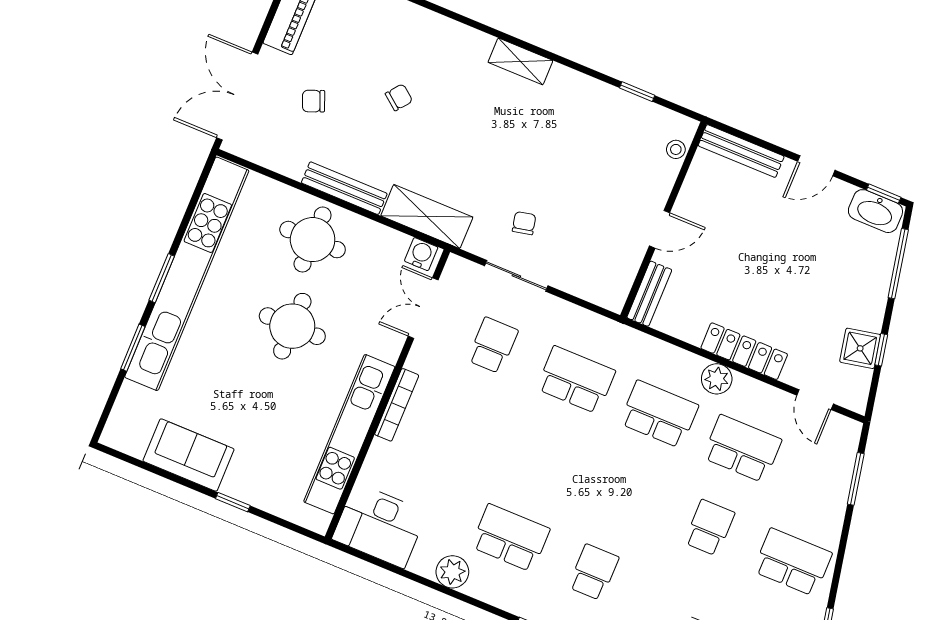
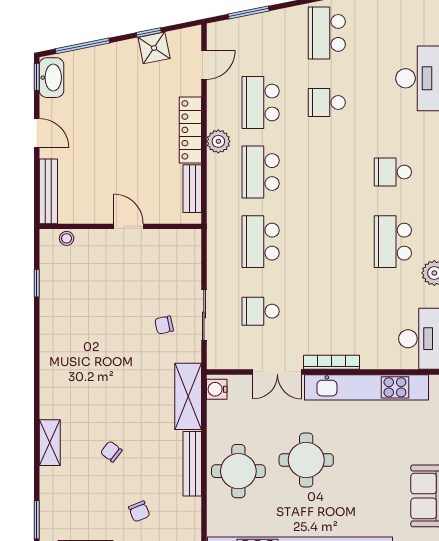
shelving: (520, 61) -> (50, 443), moved
bench: (649, 294) -> (192, 189), moved, turned 90
double door: (423, 308) -> (277, 372), moved

